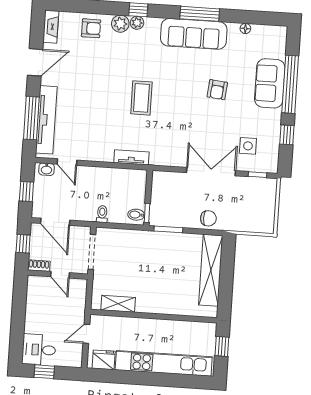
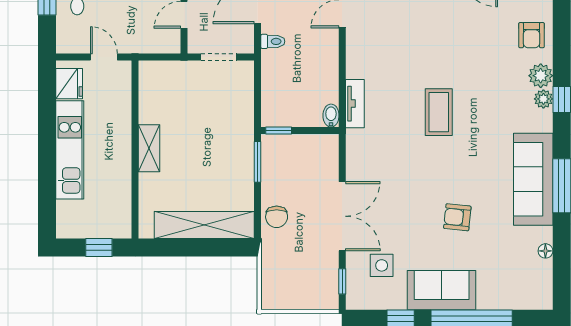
sofa: (270, 83) -> (442, 290), moved
coffee table: (141, 98) -> (439, 112), turned 90
toilet: (102, 214) -> (273, 41), moved
bidet: (136, 215) -> (331, 116), moved
doorway: (92, 252) -> (219, 57), width x0.73
shelving: (118, 304) -> (149, 148), moved
kitchen unit: (164, 363) -> (70, 150), width x0.73

